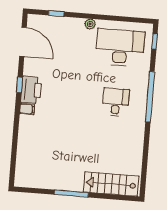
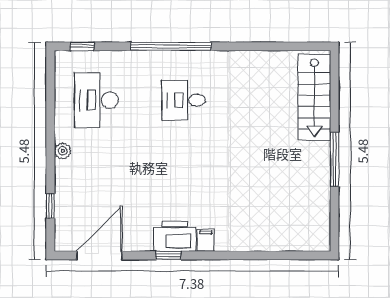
desk: (120, 48) -> (96, 100), width x0.73, depth x0.77

